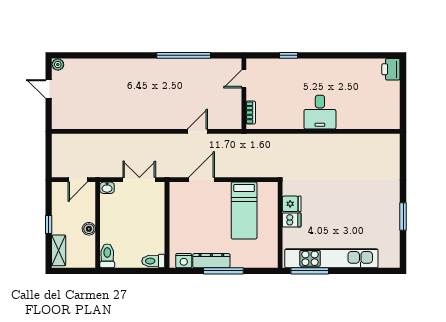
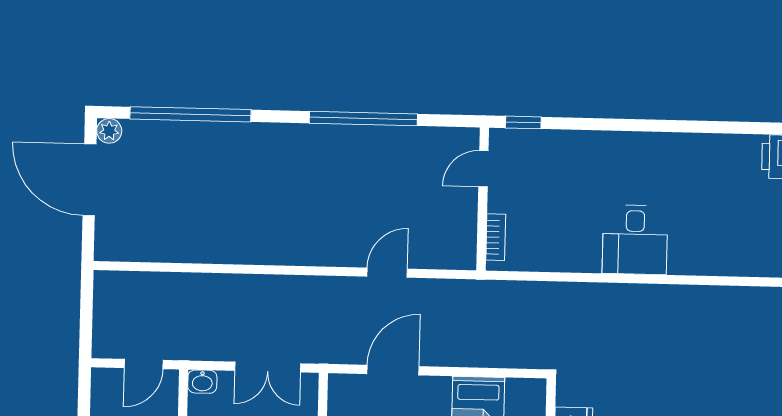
window: (98, 55) -> (190, 114), added
window: (289, 55) -> (523, 122), moved
door: (49, 89) -> (90, 180), width x1.87
double door: (139, 180) -> (268, 367), swing flipped

